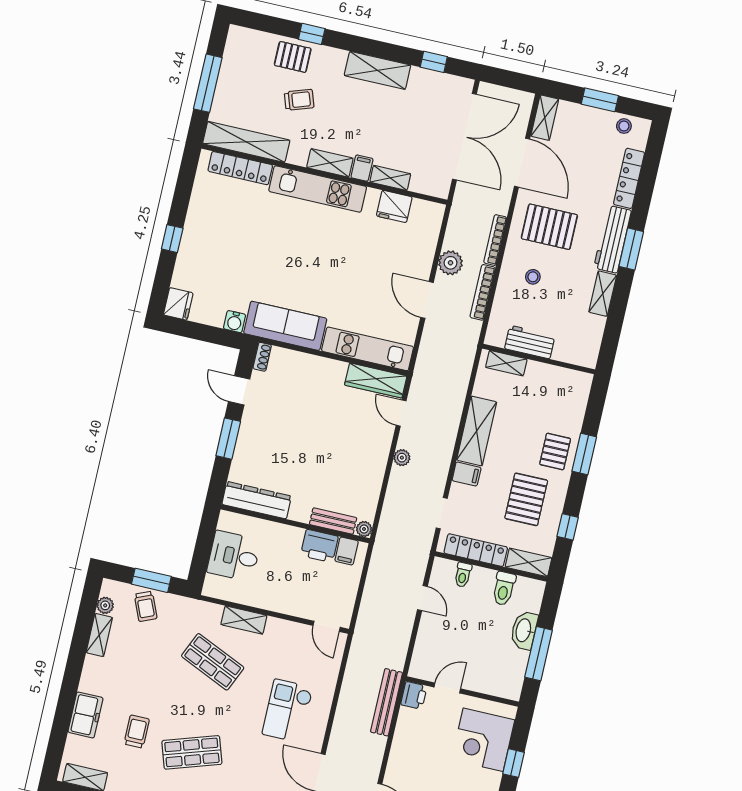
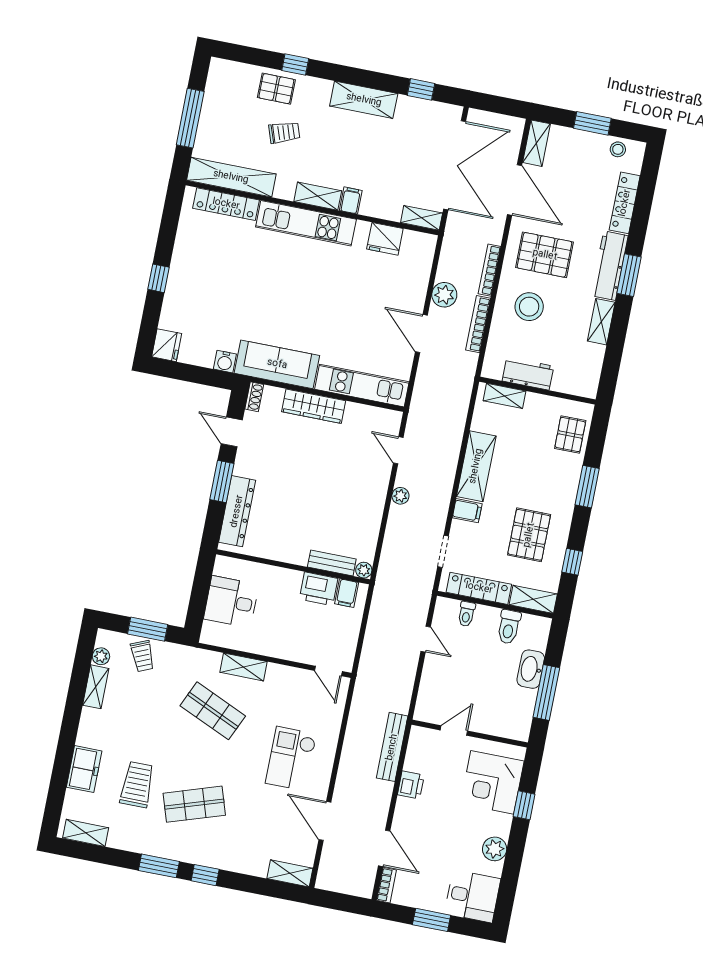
shelving: (390, 178) -> (422, 218), moved
stool: (533, 277) -> (529, 307), width x1.89, depth x1.89
wardrobe: (376, 380) -> (314, 406), moved
pallet: (555, 452) -> (570, 434), moved
dresser: (257, 500) -> (237, 511), moved, turned 90
printer: (414, 695) -> (411, 785), moved
trolley: (137, 732) -> (137, 785), width x1.36, depth x1.39

